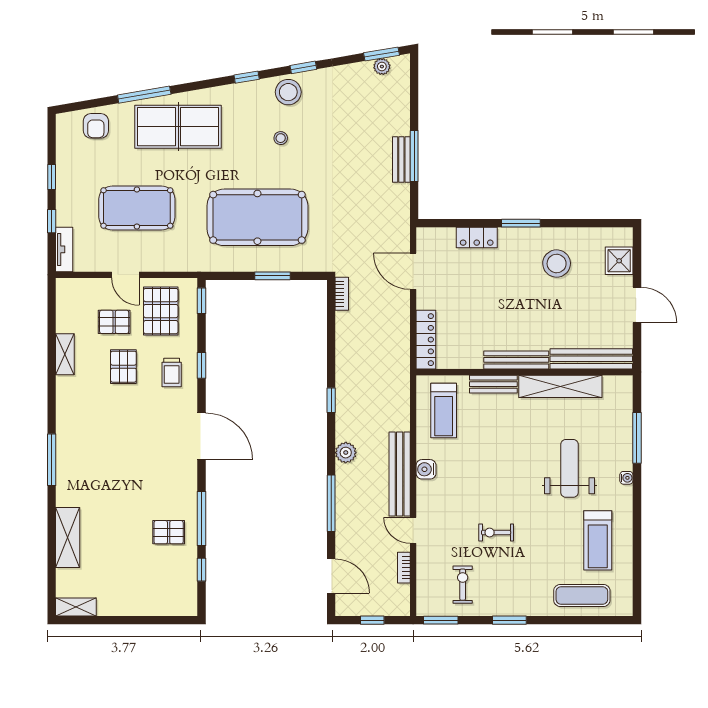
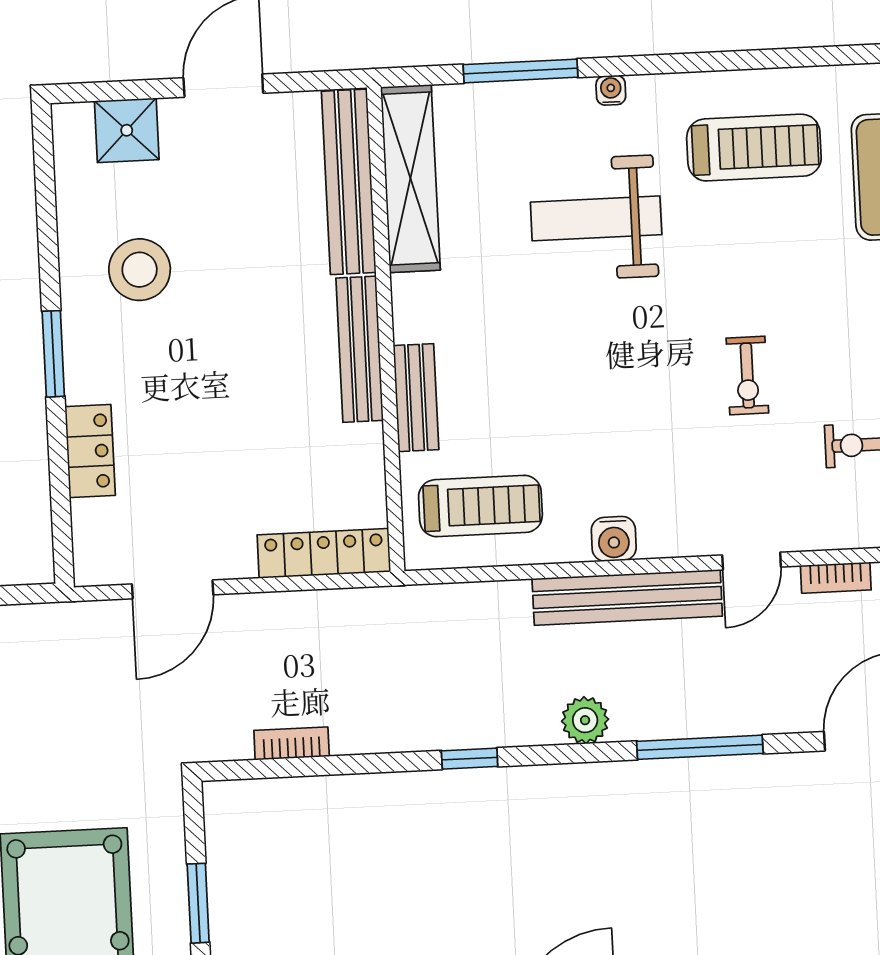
bookcase: (342, 294) -> (292, 743), moved
shelving: (560, 386) -> (410, 179), moved

